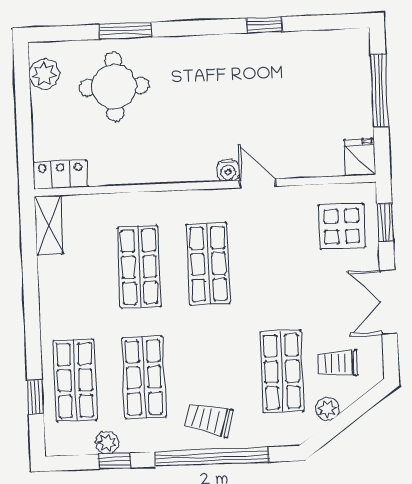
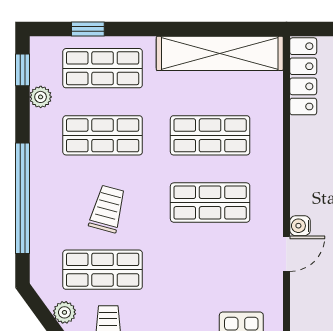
locker: (60, 174) -> (303, 76), width x1.53
shelving: (49, 225) -> (220, 53), width x2.20, depth x1.33
trolley: (209, 419) -> (107, 209), moved
window: (115, 461) -> (22, 70), moved

